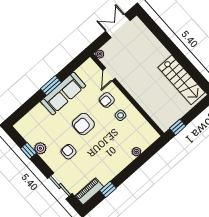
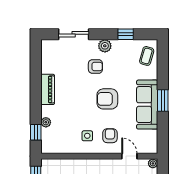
coffee table: (30, 123) -> (147, 56), added
armchair: (83, 124) -> (107, 99), turned -90
plant: (40, 148) -> (105, 46), moved
window: (108, 189) -> (36, 132), moved
piano: (89, 191) -> (48, 89), moved

